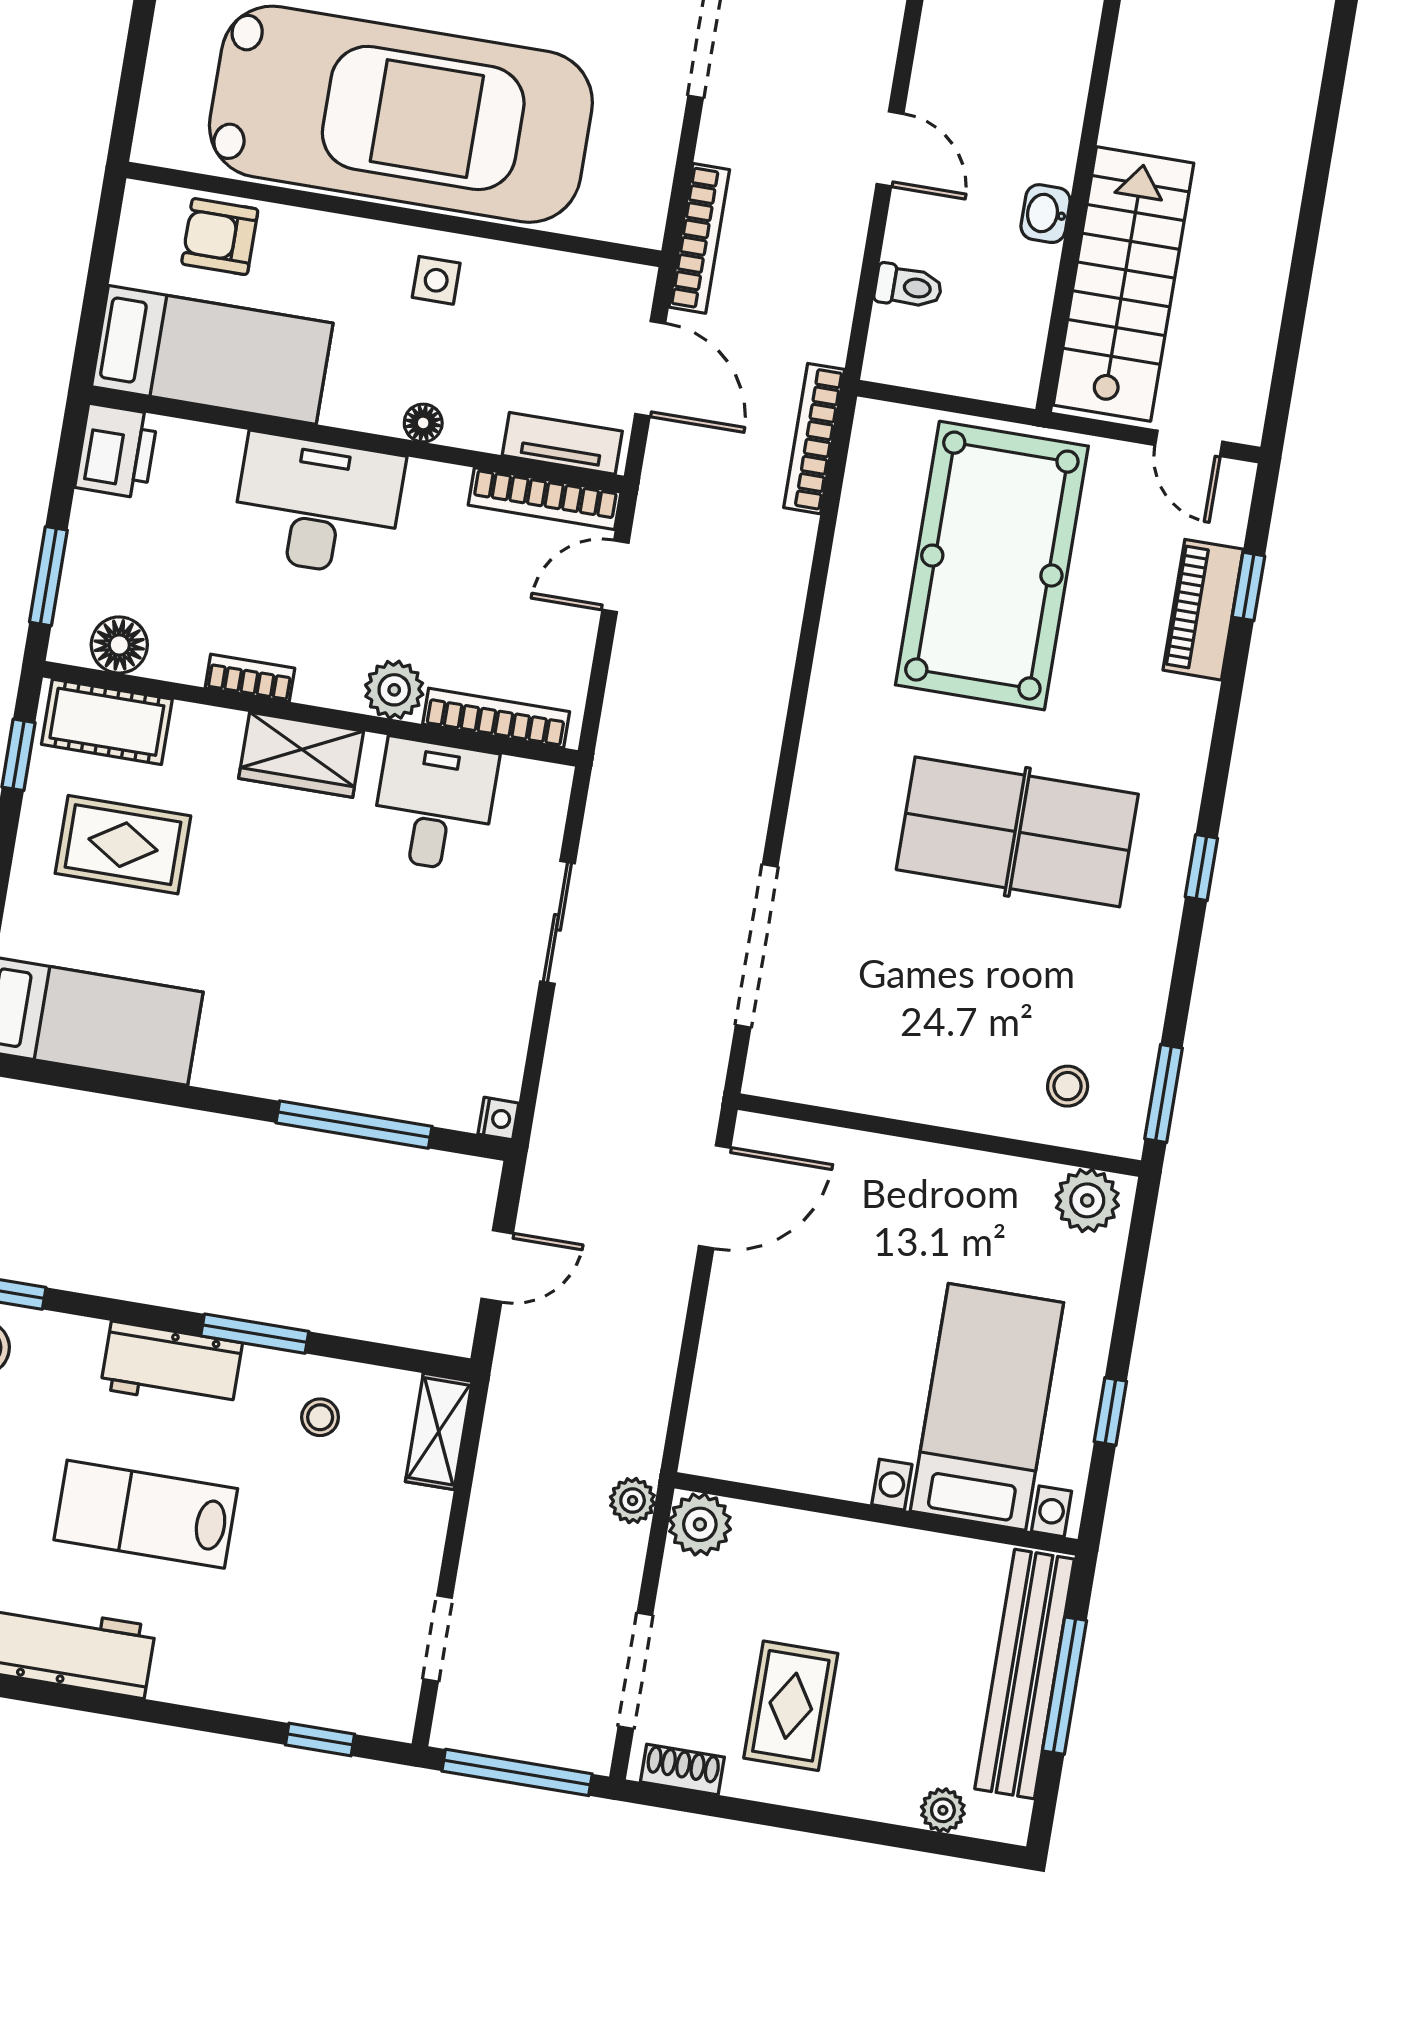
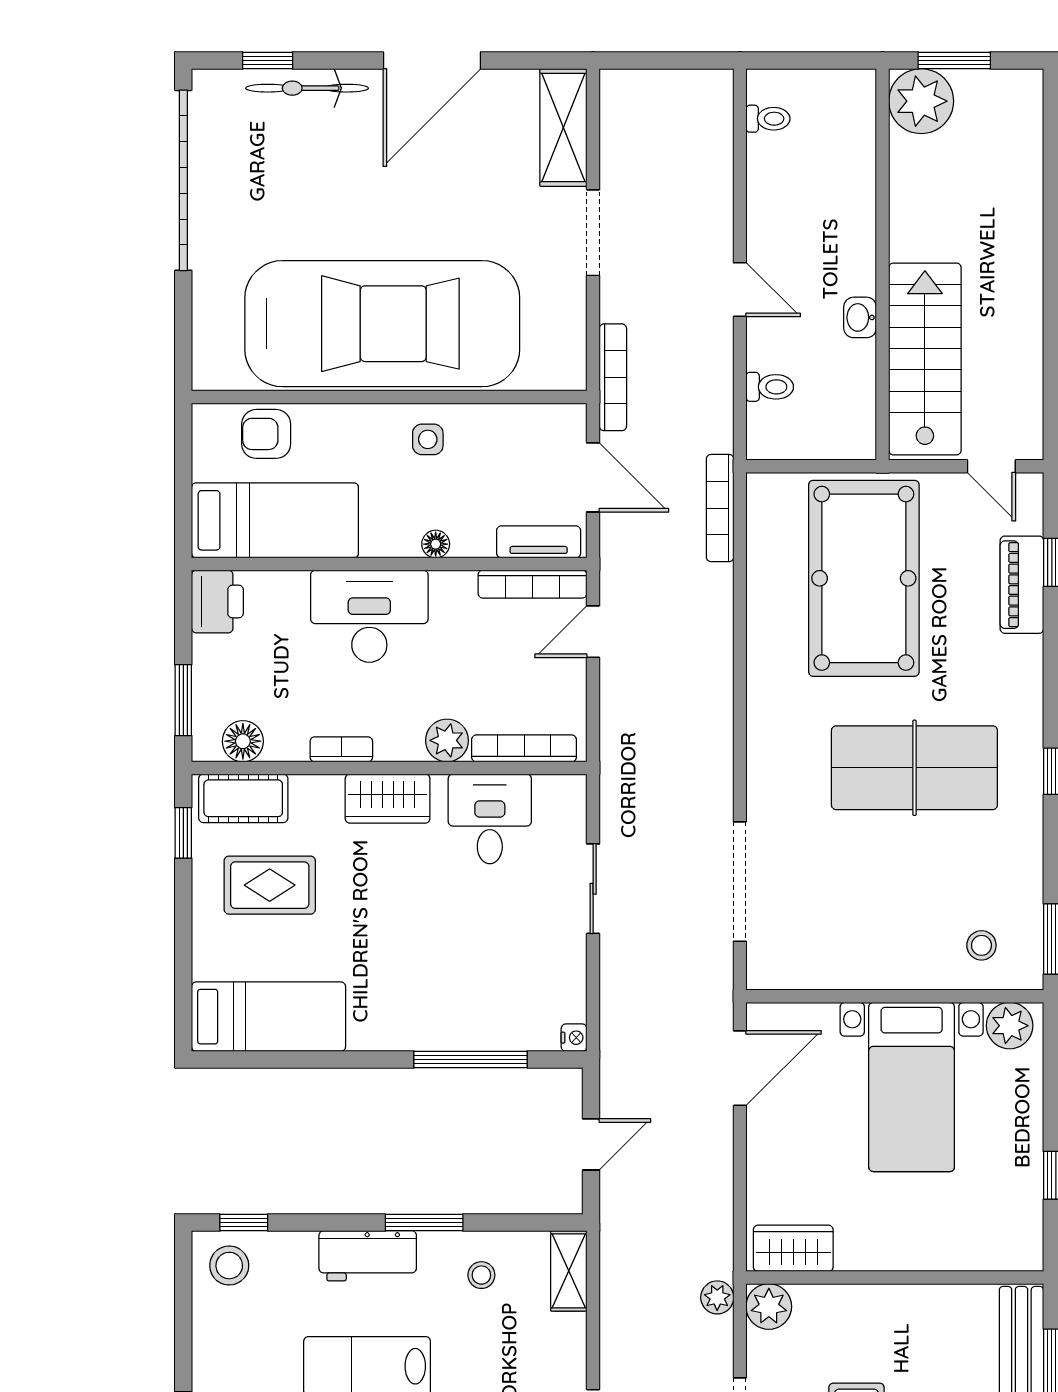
bed with nightstands: (987, 1407) -> (912, 1087), moved, turned 180
wardrobe: (746, 1452) -> (793, 1248), added

